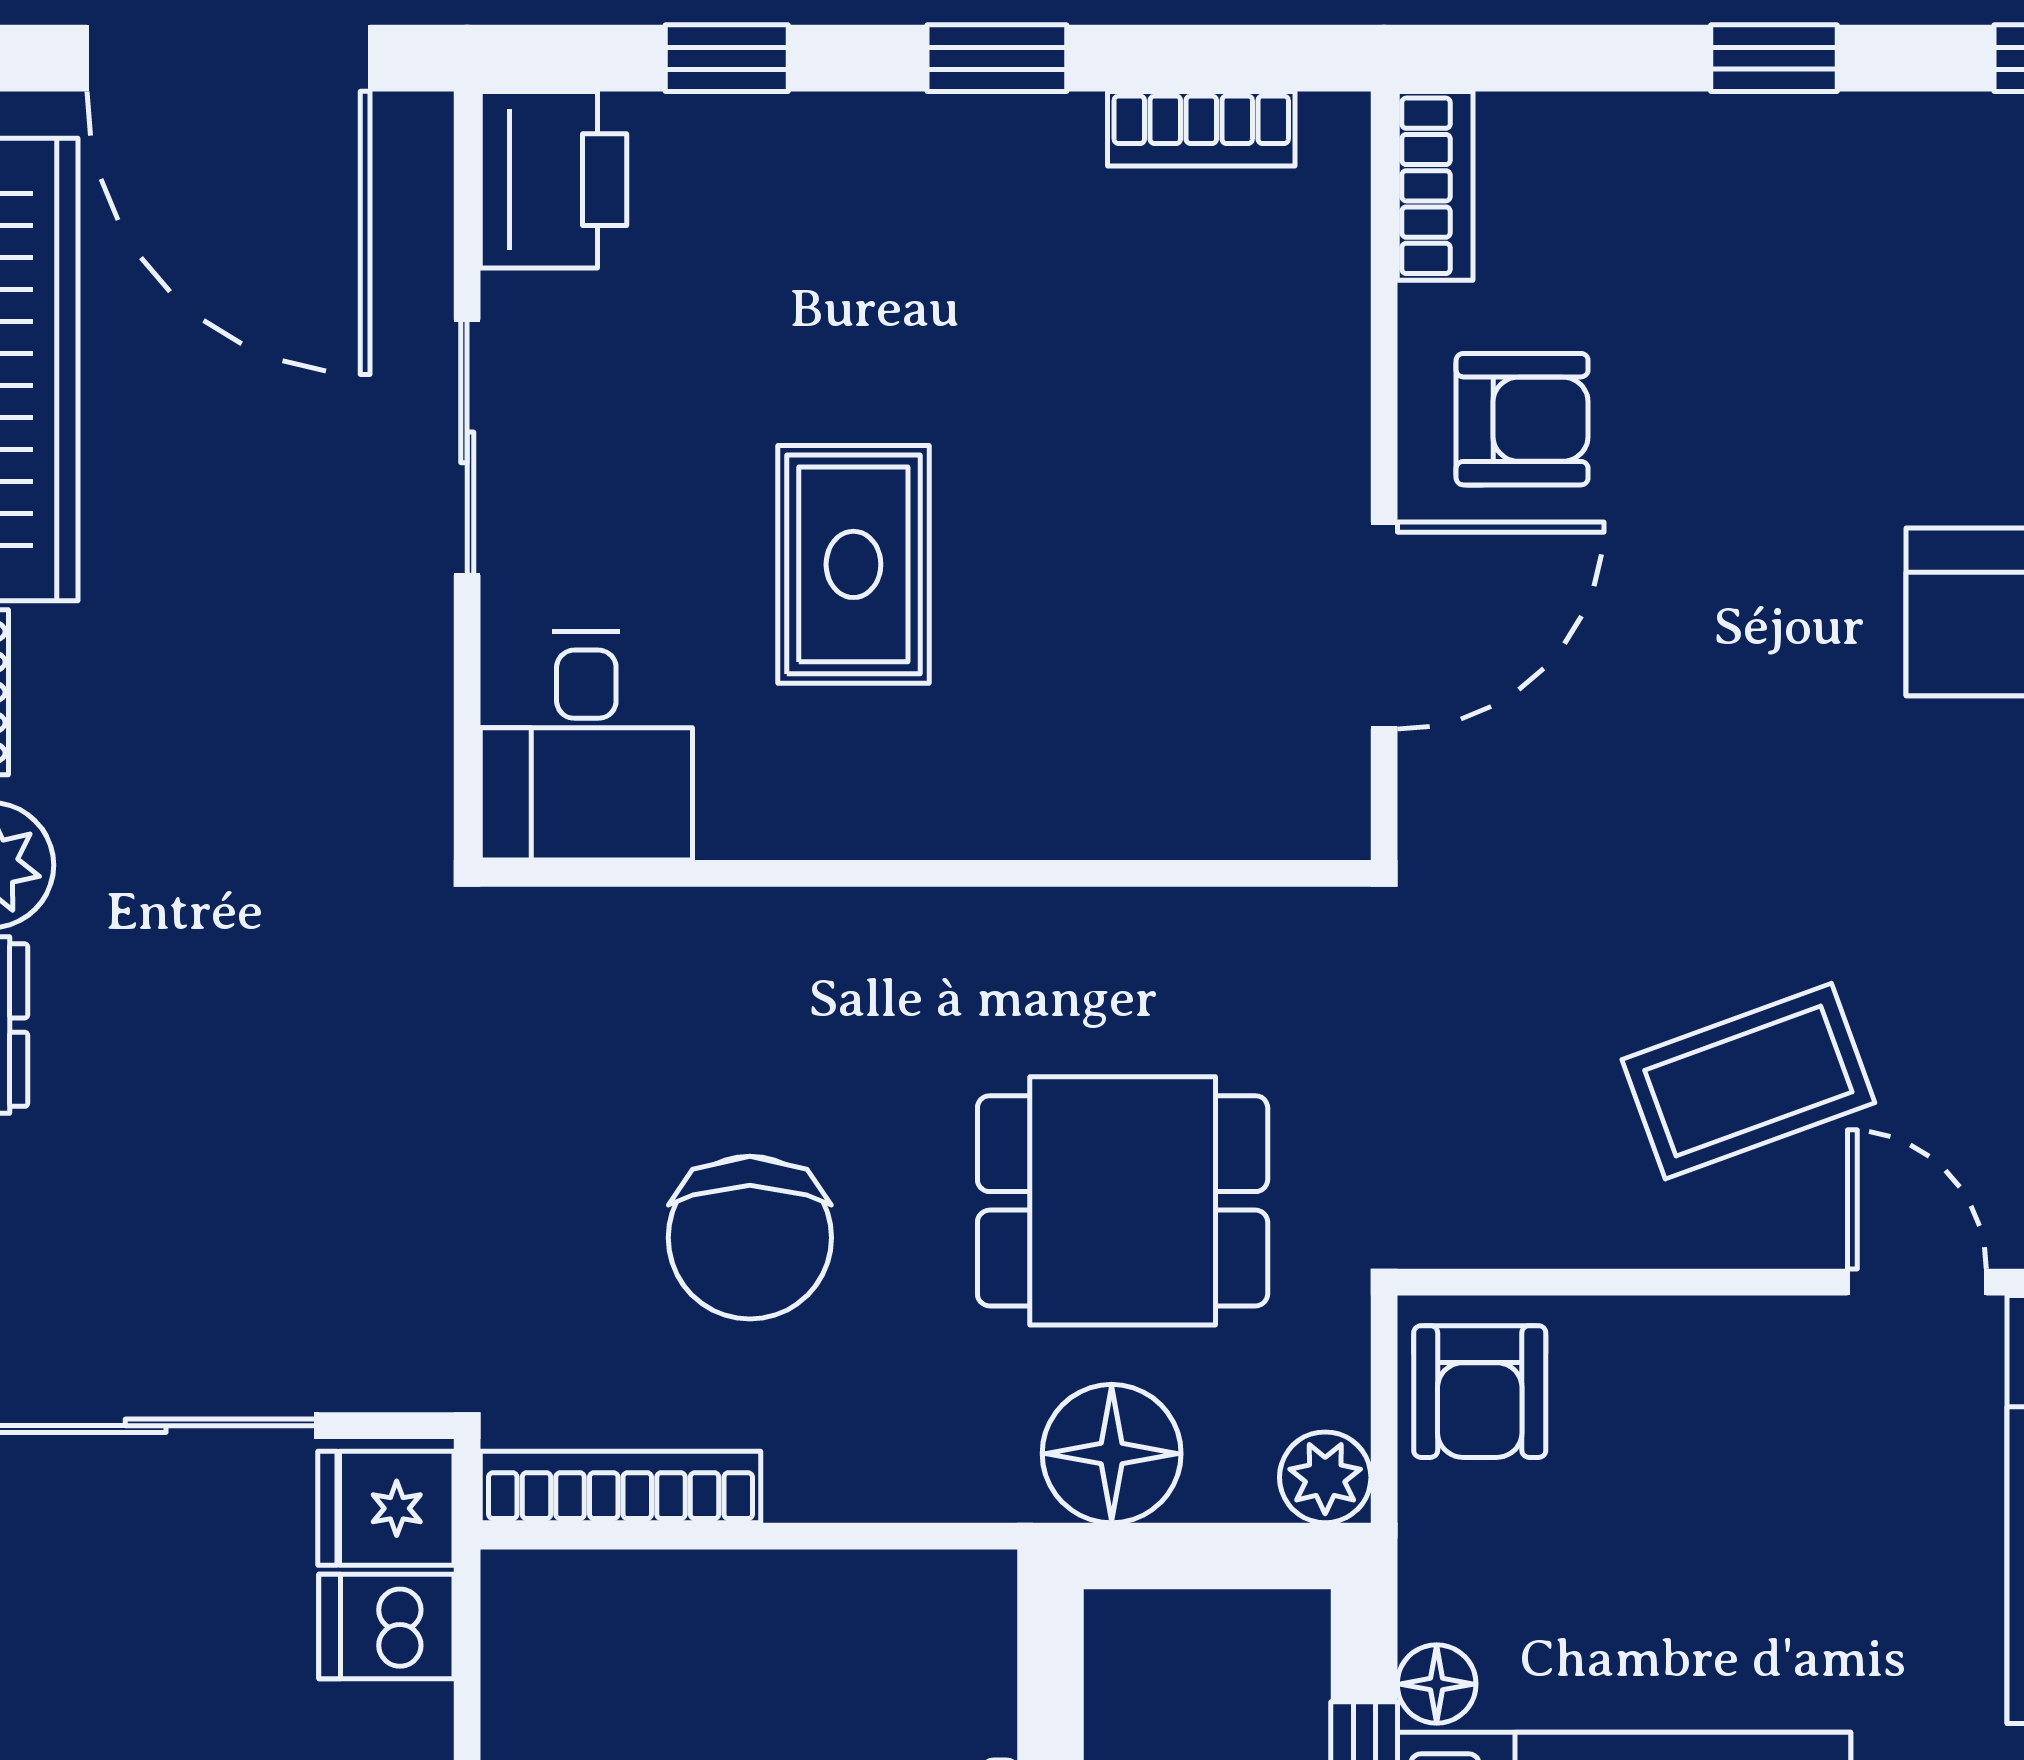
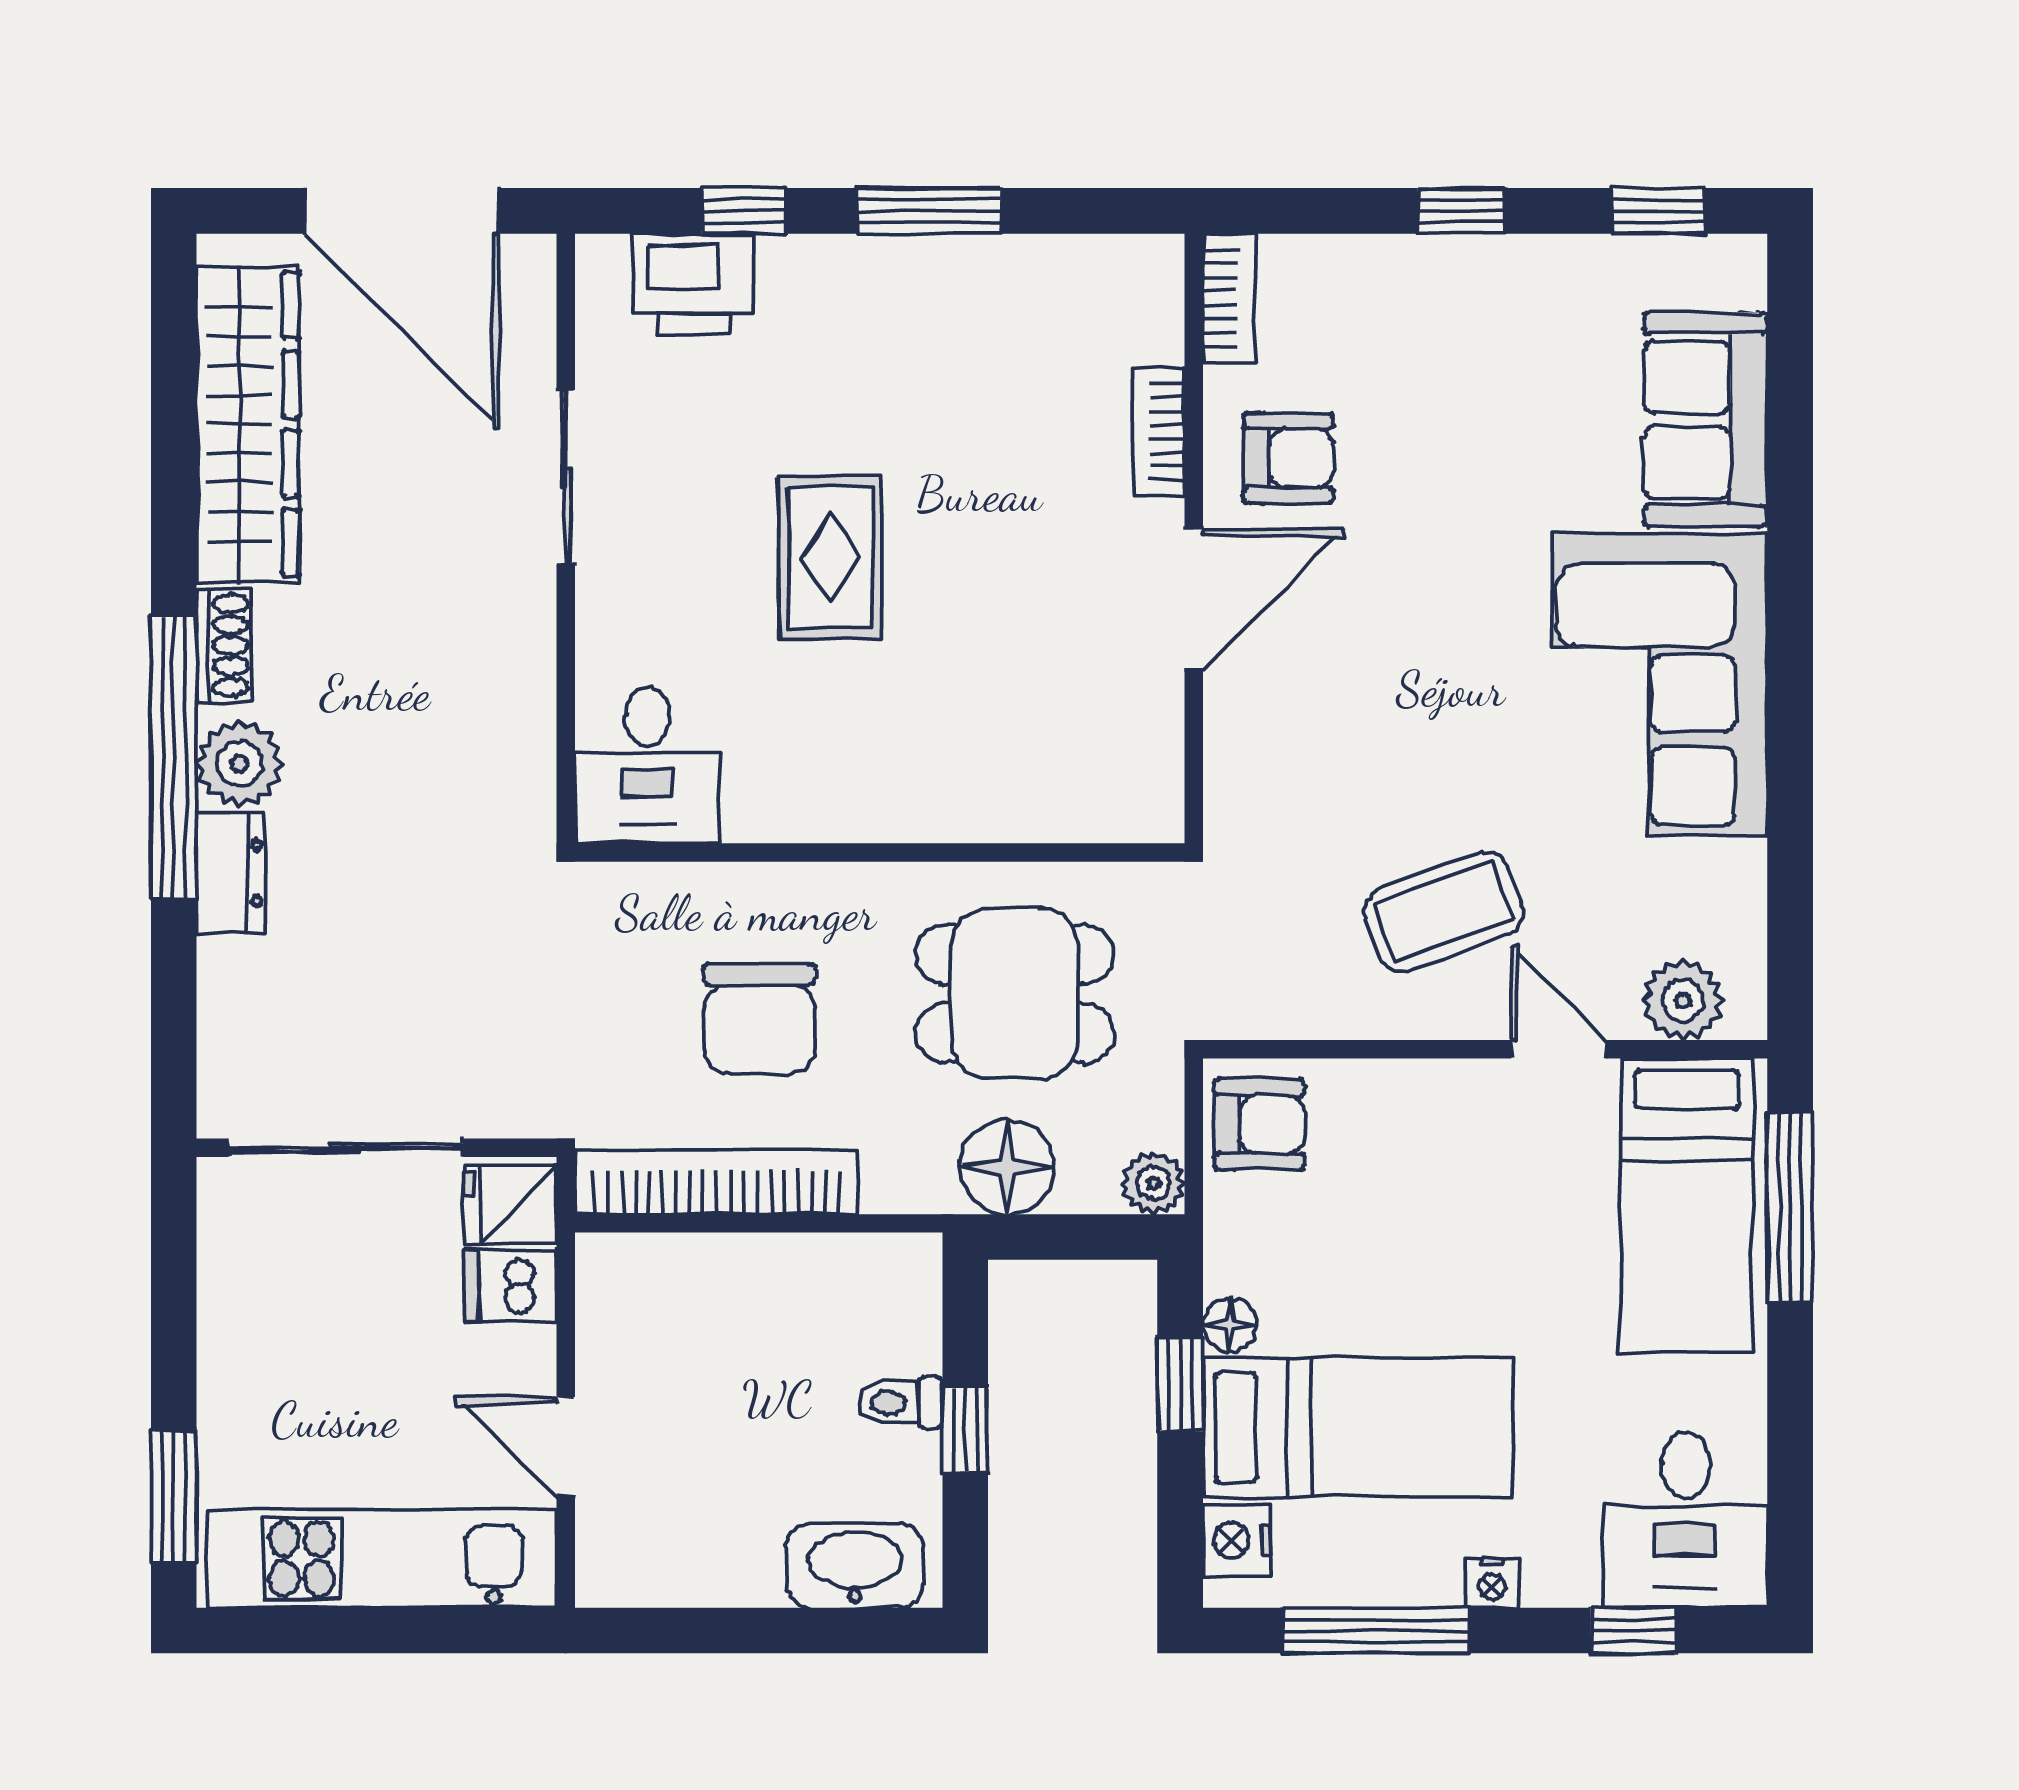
window: (997, 58) -> (929, 211), width x1.50
bookcase: (1201, 129) -> (1159, 432), moved, turned 90
printer: (553, 180) -> (694, 284), moved, turned 90
desk: (586, 746) -> (647, 765), moved
wall: (926, 873) -> (880, 853), moved
armchair: (1480, 1392) -> (1259, 1124), turned -90
bookcase: (621, 1487) -> (717, 1182), width x1.48, depth x1.31

